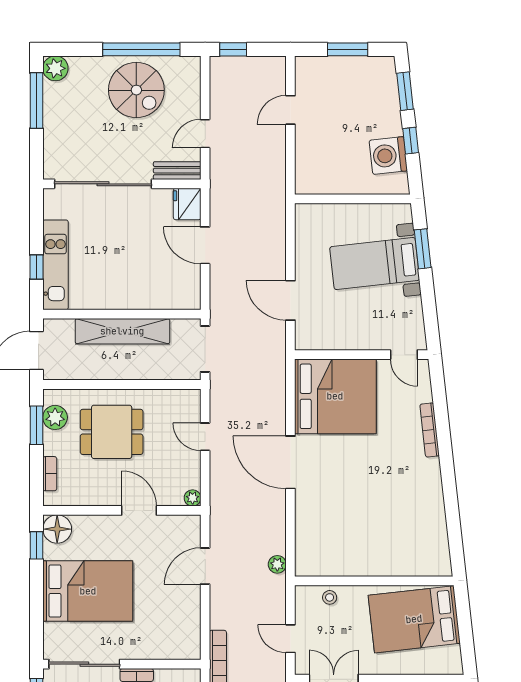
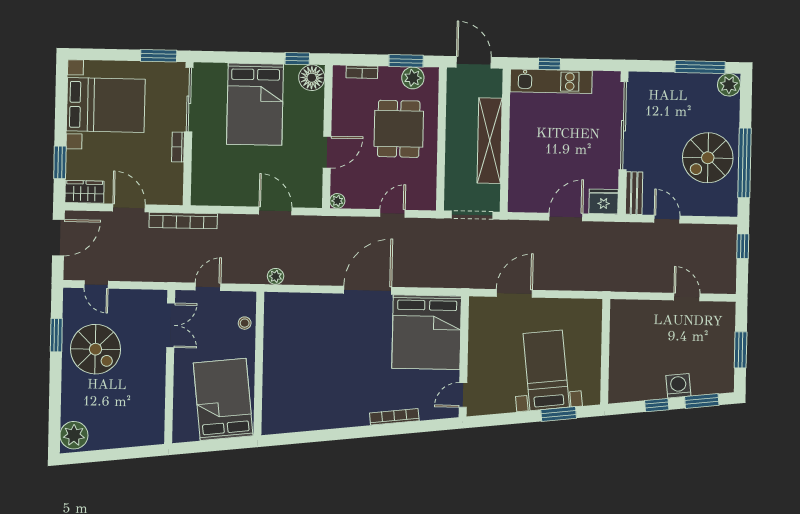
washing machine: (388, 156) -> (678, 386), moved, width x0.73, depth x0.73

